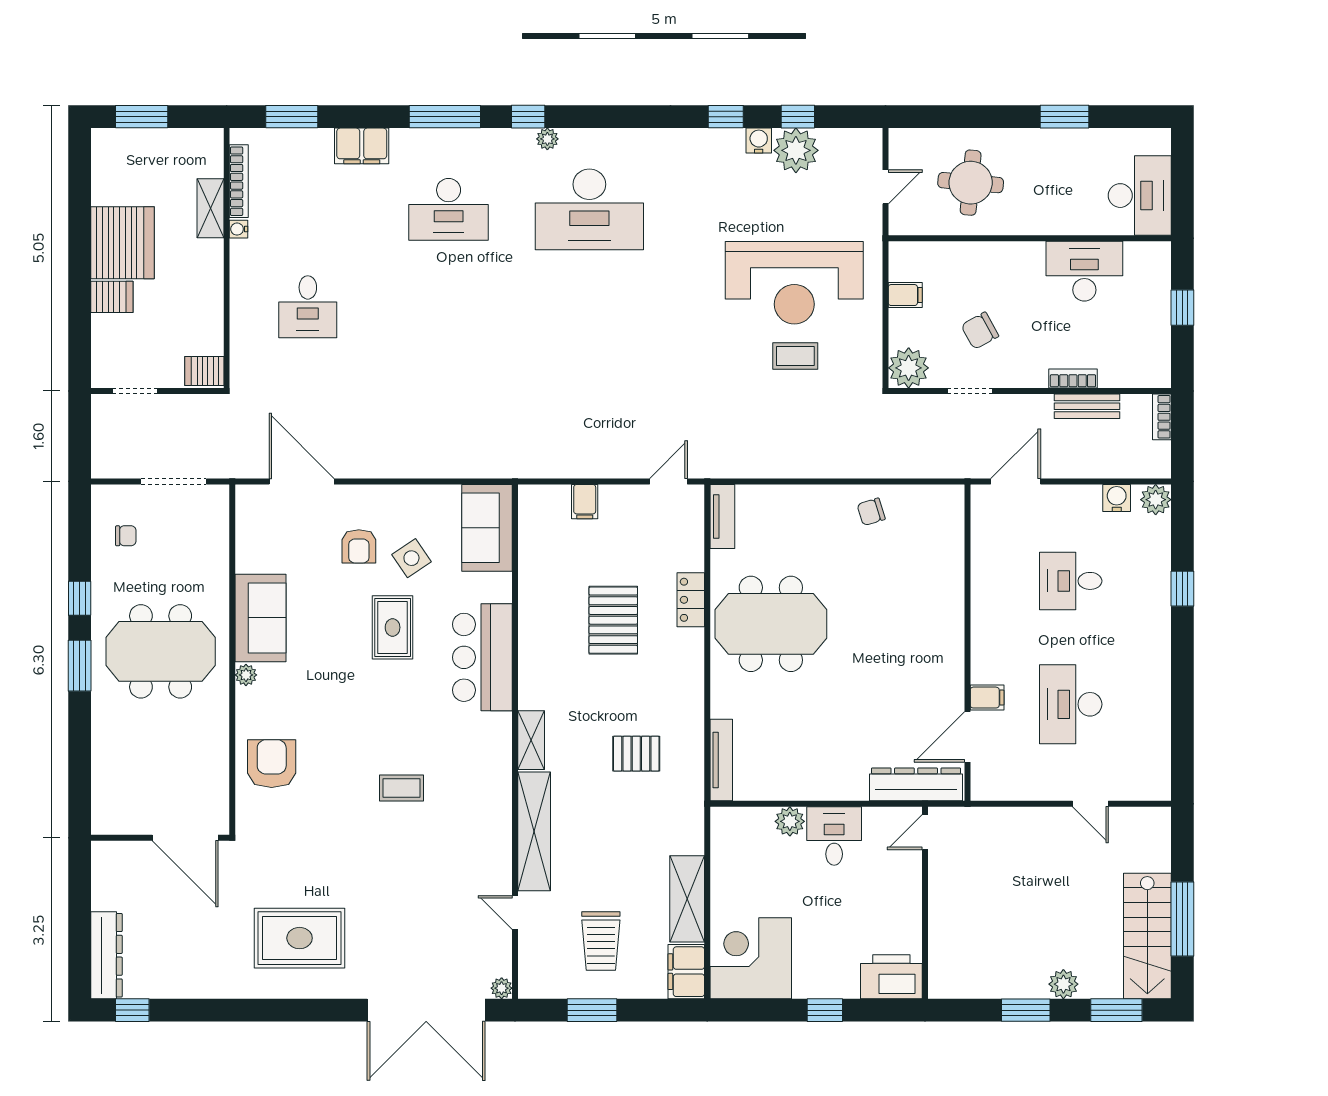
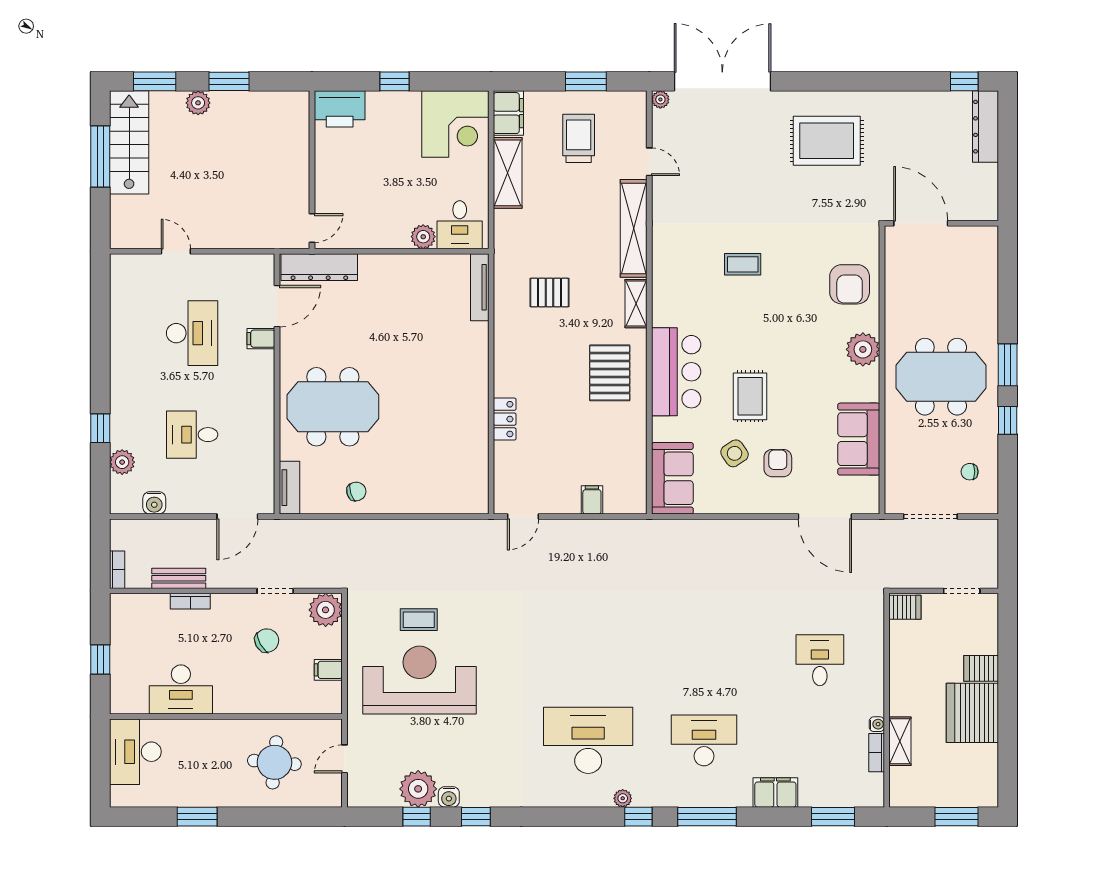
bookcase: (239, 181) -> (877, 753), width x0.64
plant: (1156, 500) -> (122, 462), moved
tv unit: (722, 516) -> (289, 488), moved, turned 180
desk: (1071, 581) -> (192, 435), turned 180
sofa: (260, 618) -> (859, 439), moved
pallet: (613, 620) -> (610, 373), moved
meeting table: (771, 624) -> (333, 407), moved
plant: (246, 675) -> (863, 349), width x1.87, depth x1.87
desk: (834, 836) -> (460, 225), moved

